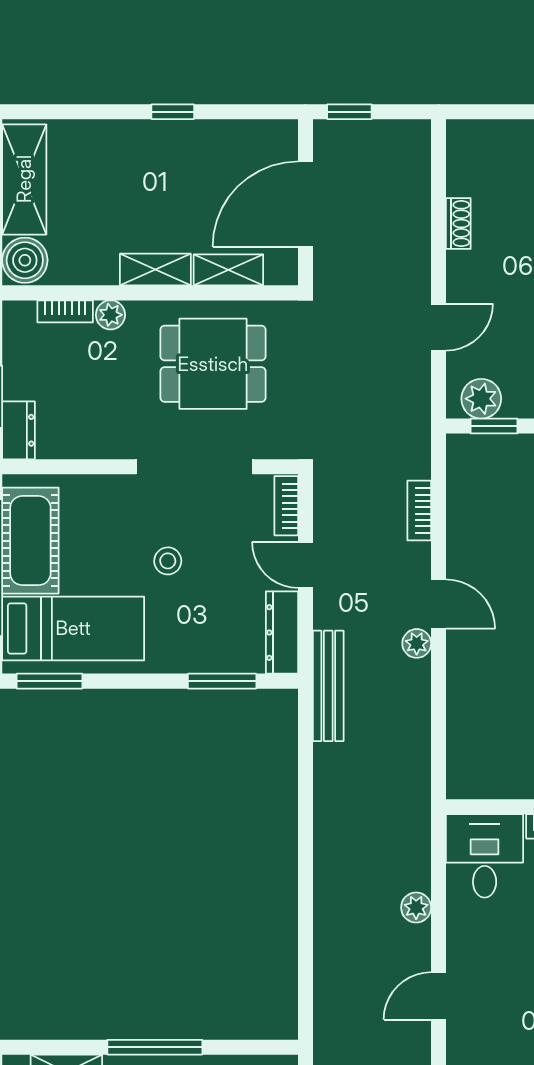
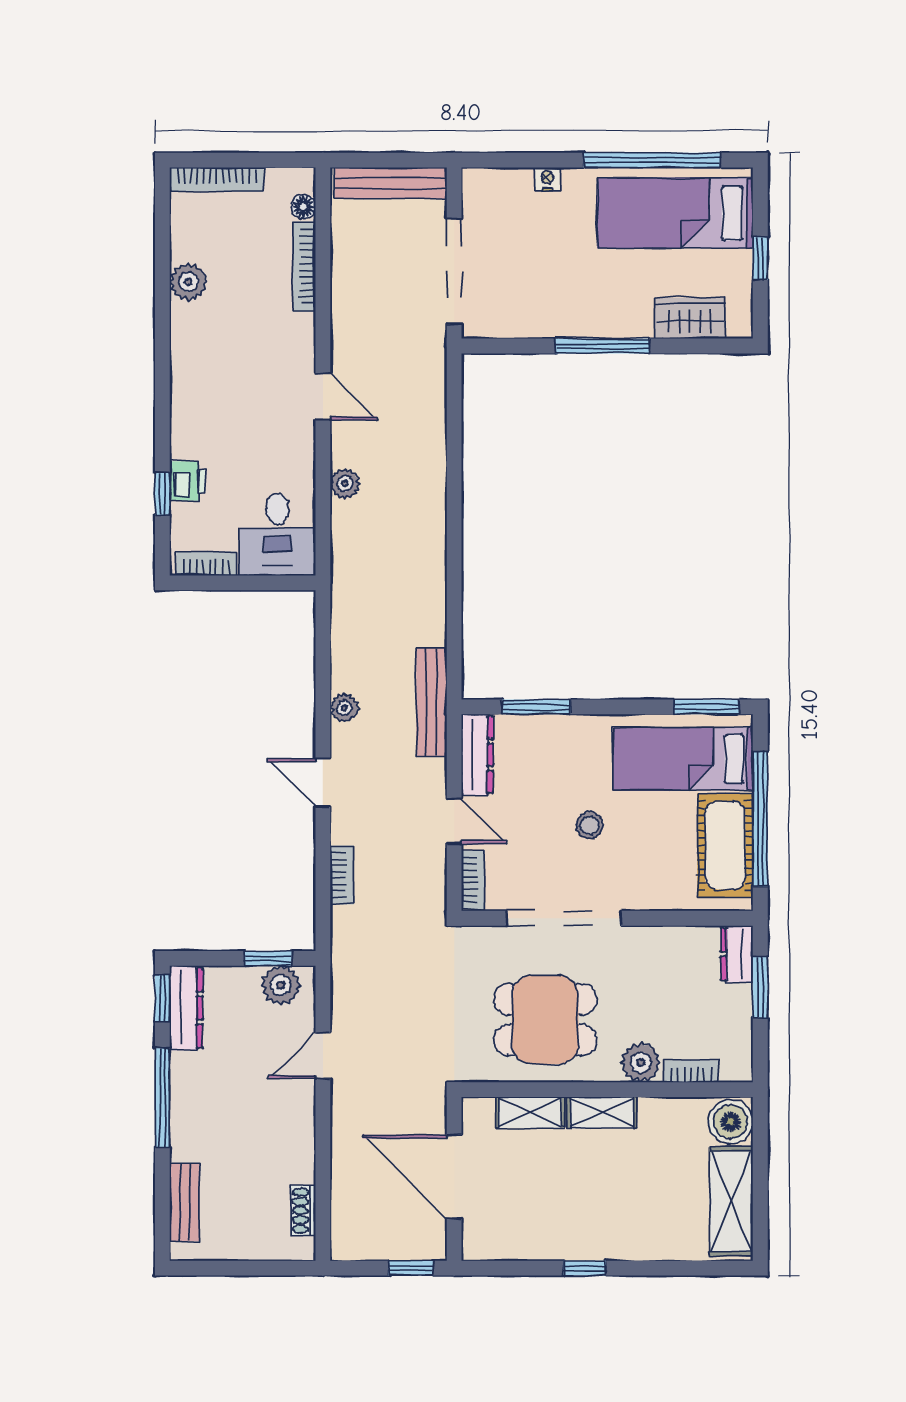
door: (305, 204) -> (454, 1177), swing flipped
shoe rack: (458, 224) -> (303, 1211), moved
plant: (110, 315) -> (641, 1063), width x1.38, depth x1.38
plant: (417, 643) -> (344, 708), moved
door: (439, 996) -> (323, 396), hinge flipped

